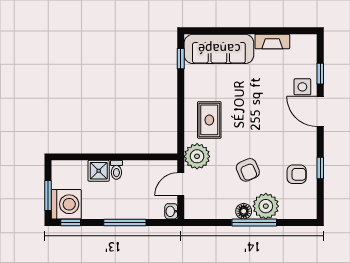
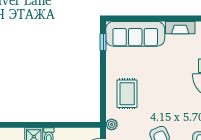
plant: (197, 156) -> (112, 124), width x0.53, depth x0.53

